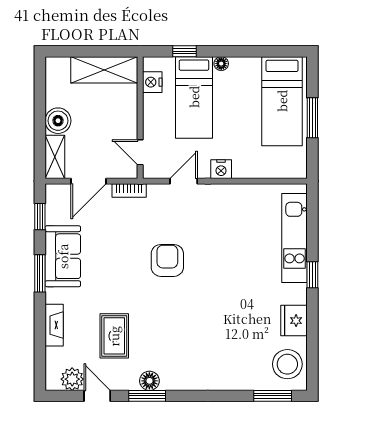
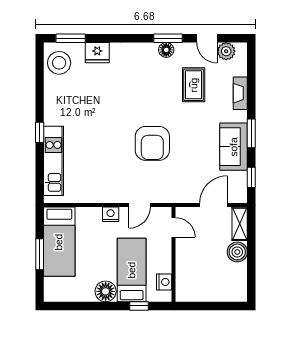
floor lamp: (221, 64) -> (106, 291), width x1.89, depth x1.89
shelving: (104, 70) -> (201, 291), removed
bed: (282, 101) -> (59, 242), moved, turned 180
bookcase: (129, 191) -> (182, 198), removed
armchair: (167, 260) -> (152, 143), width x1.36, depth x1.36
fridge: (294, 321) -> (97, 53), moved, turned 90

